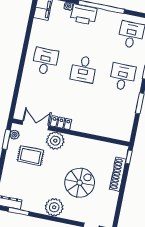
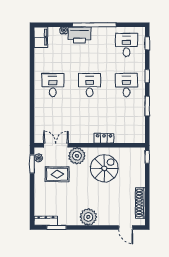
desk: (84, 69) -> (90, 85), turned 180
locker: (61, 123) -> (104, 138), moved
shoe rack: (118, 174) -> (140, 203), moved
spiral stairs: (80, 183) -> (104, 168), moved

